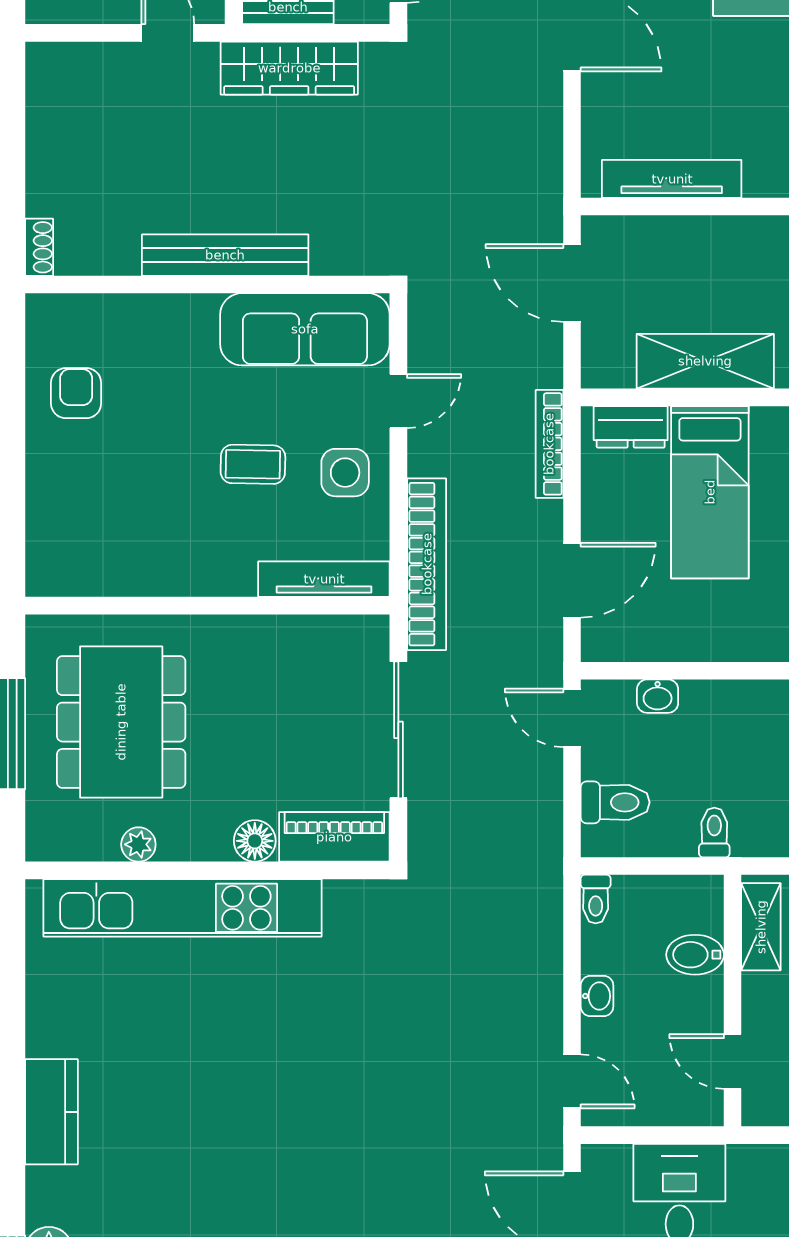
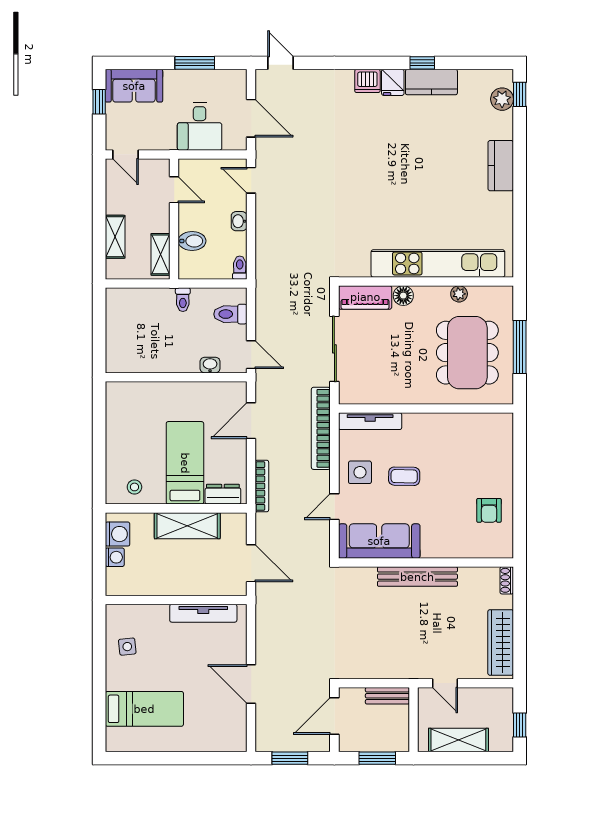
wardrobe: (289, 68) -> (501, 642), moved, turned -90

